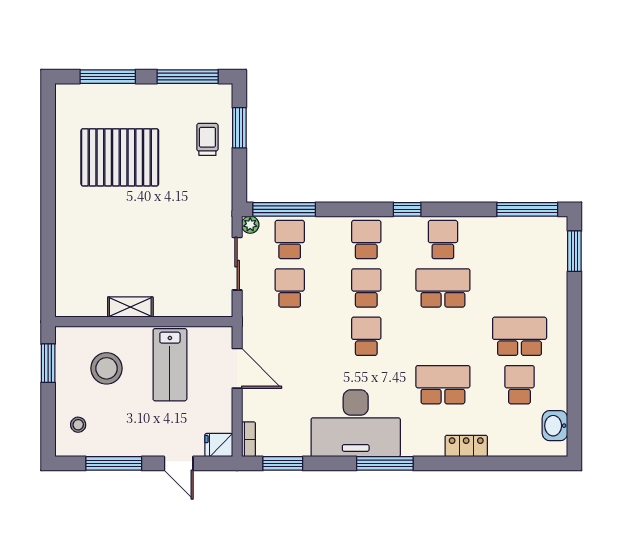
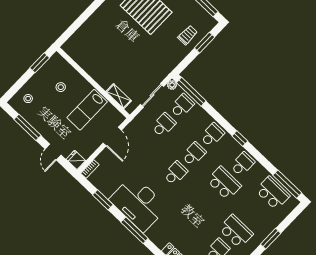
window: (574, 251) -> (271, 239), moved
shelving: (130, 307) -> (119, 96), moved
stool: (107, 368) -> (61, 87), width x0.53, depth x0.53
school desk: (443, 385) -> (273, 193), moved
window: (283, 463) -> (103, 200), moved

